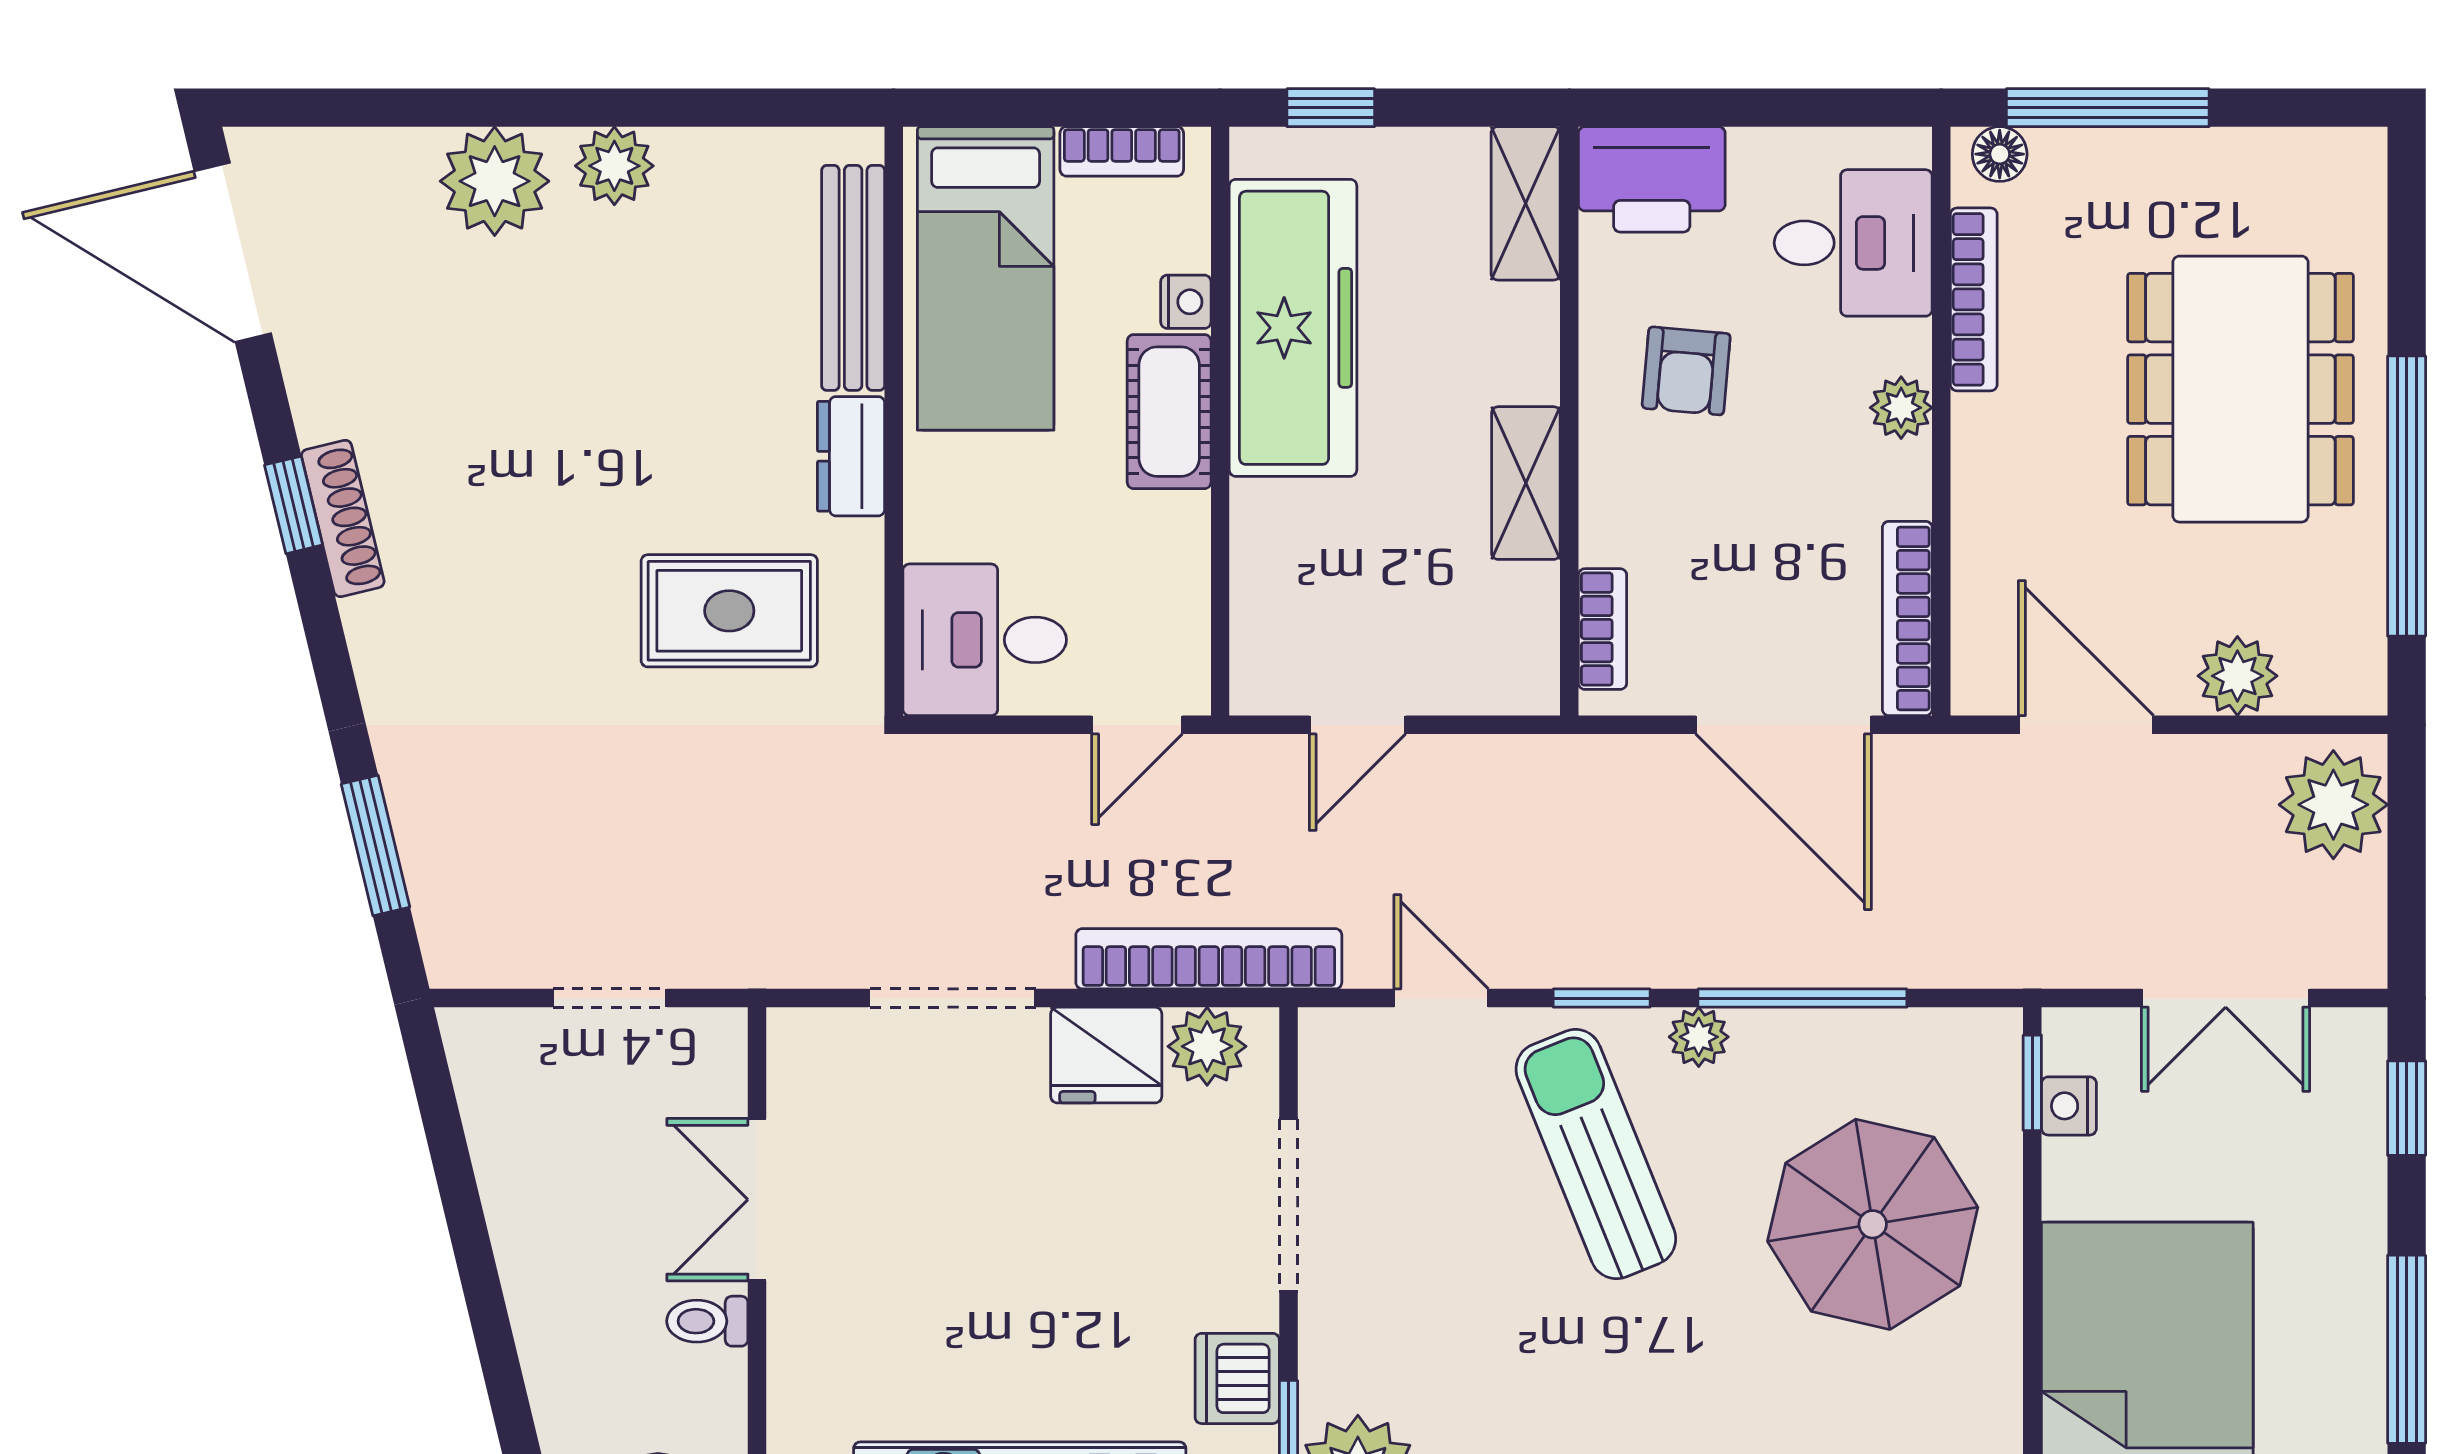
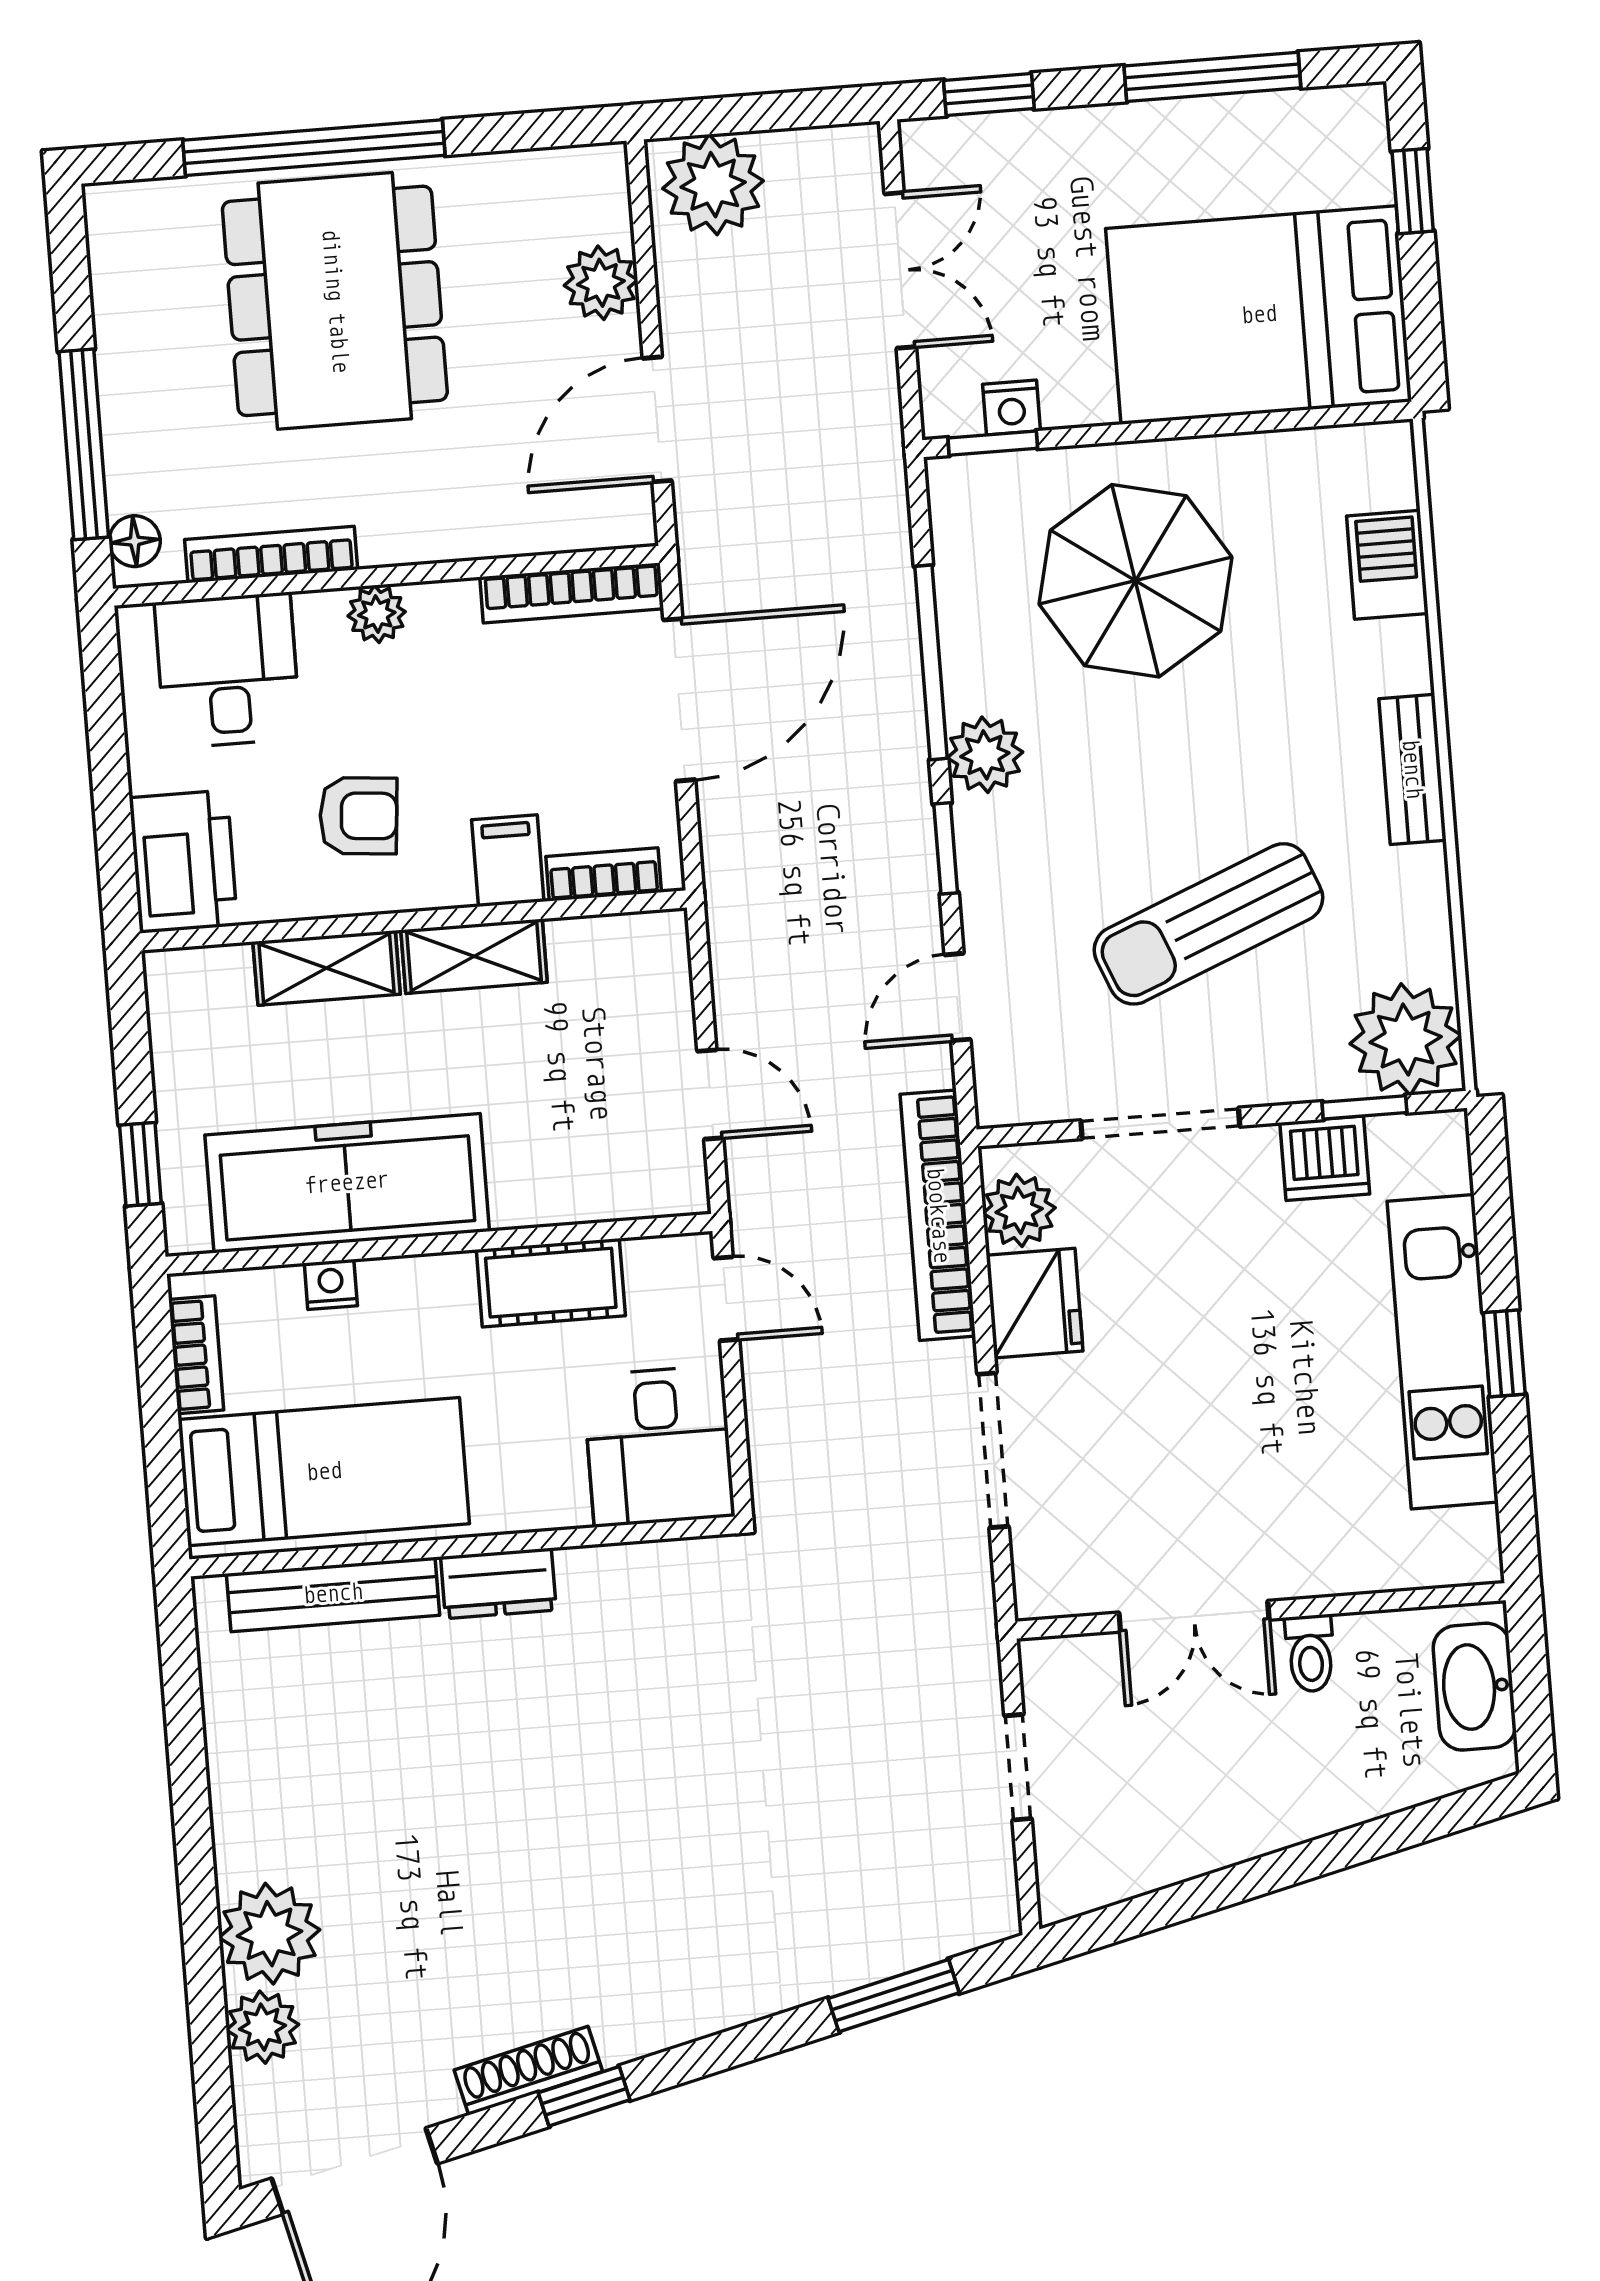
plant: (614, 166) -> (263, 2027), moved
shelving: (1526, 203) -> (327, 968), moved
dining table: (2240, 389) -> (335, 301), turned 90
cot: (1169, 412) -> (551, 1283), moved
window: (2407, 496) -> (314, 148), moved
shoe rack: (343, 518) -> (528, 2071), moved
filing cabinet: (1625, 527) -> (508, 861), added
rug: (729, 611) -> (650, 1685), removed
plant: (1699, 1037) -> (985, 755), width x1.38, depth x1.38
sun lounger: (1596, 1154) -> (1208, 924), moved

